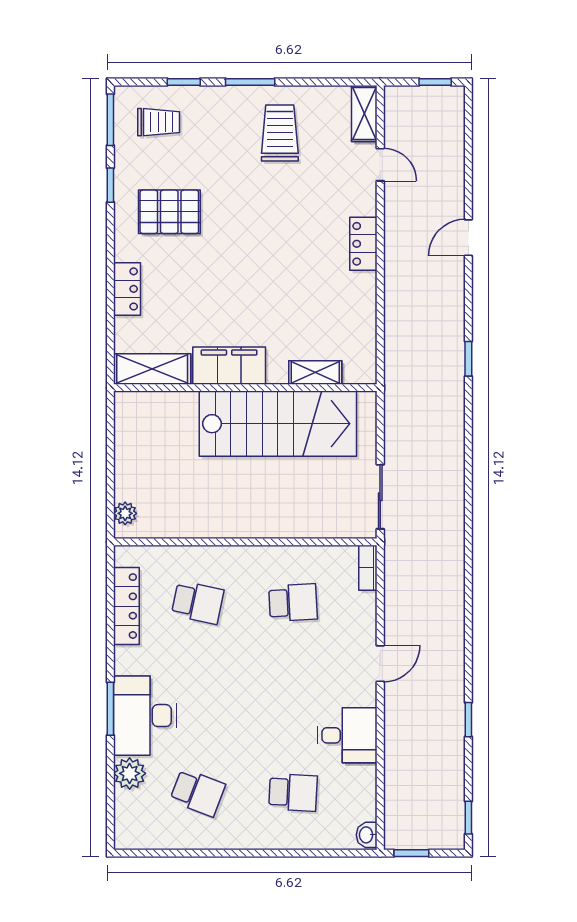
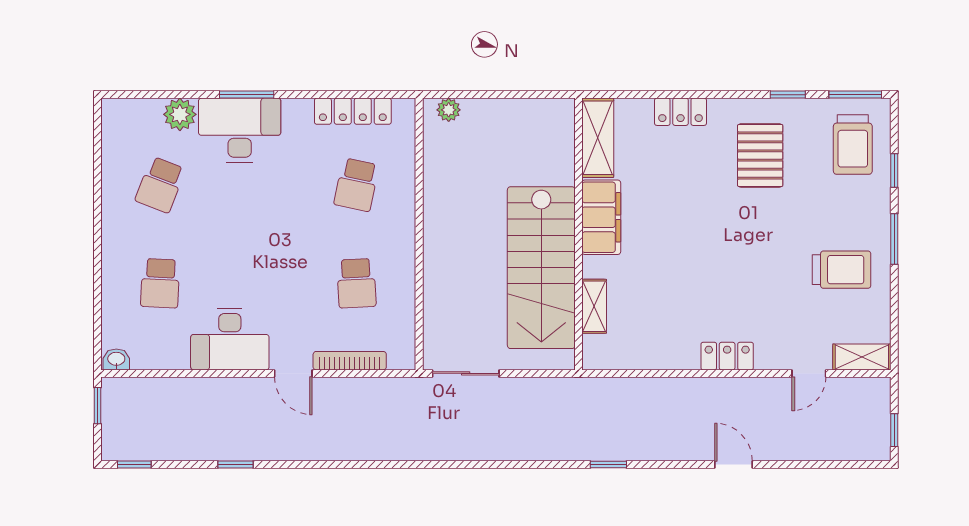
trolley: (159, 122) -> (853, 144), width x1.36, depth x1.39
bookcase: (368, 568) -> (350, 361), moved, width x1.56
desk: (347, 735) -> (230, 339), width x1.37

